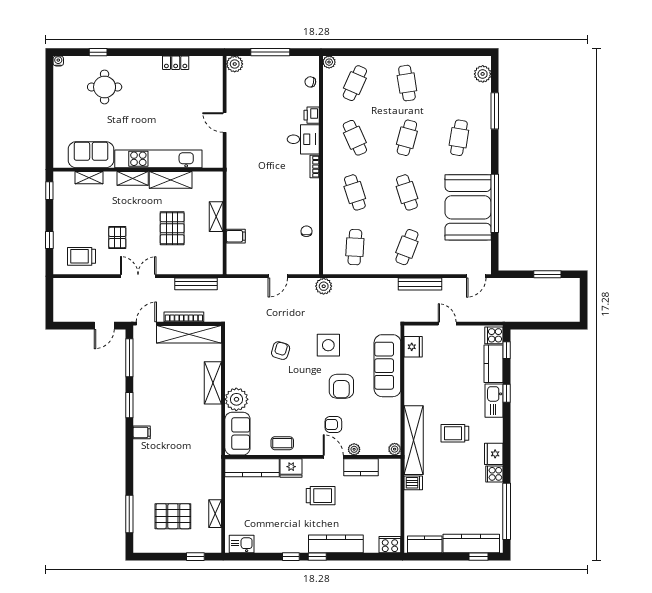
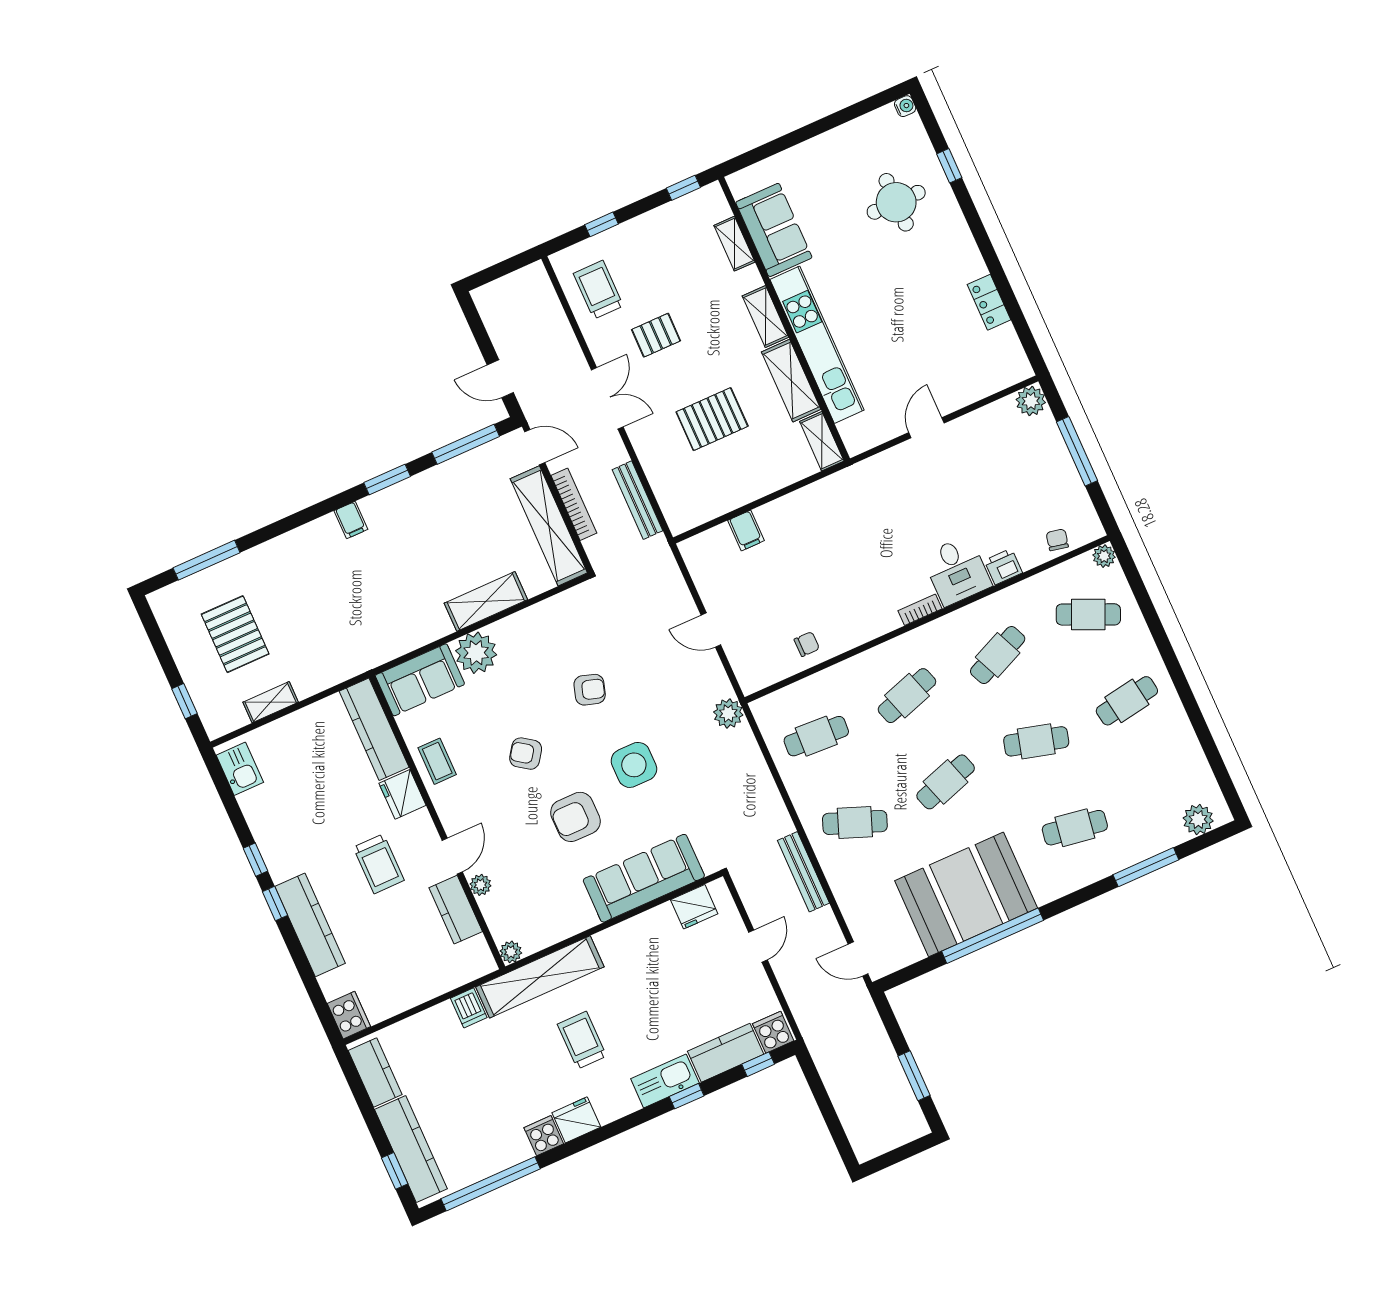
shelving: (216, 217) -> (822, 441), moved, turned 90
armchair: (333, 425) -> (526, 754), moved, turned -55

